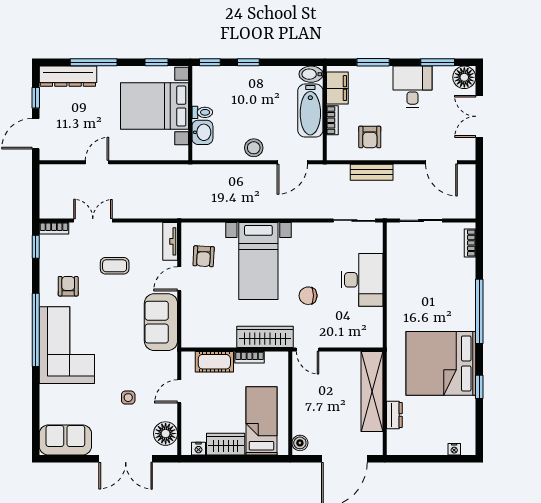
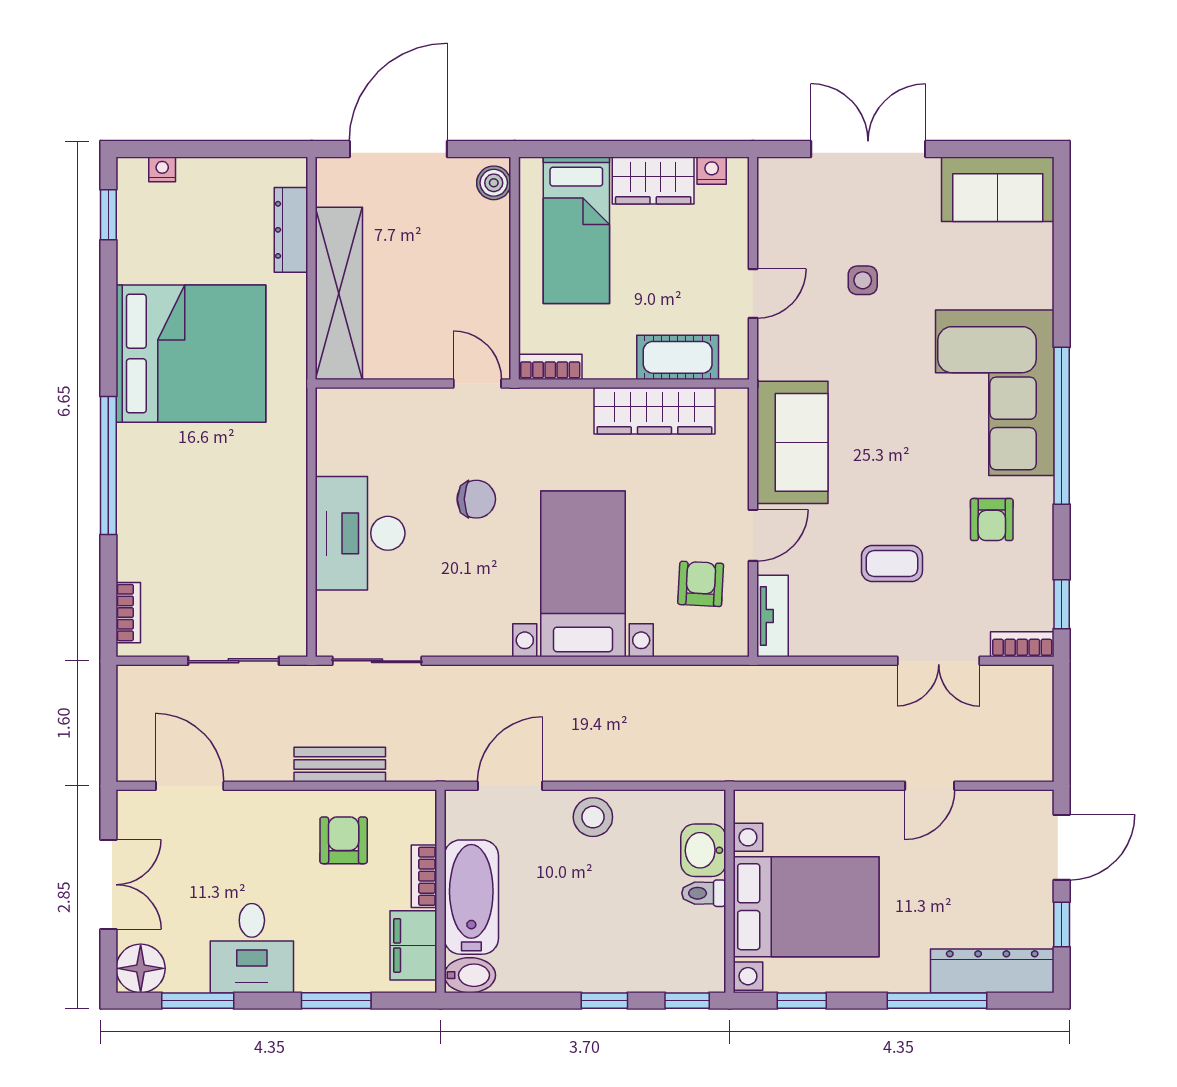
wardrobe: (265, 337) -> (654, 411), moved
bookcase: (250, 357) -> (550, 367), moved
window: (479, 387) -> (108, 215), moved
dresser: (394, 415) -> (291, 230), width x1.44
floor lamp: (166, 434) -> (782, 203), removed

